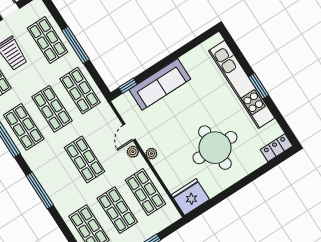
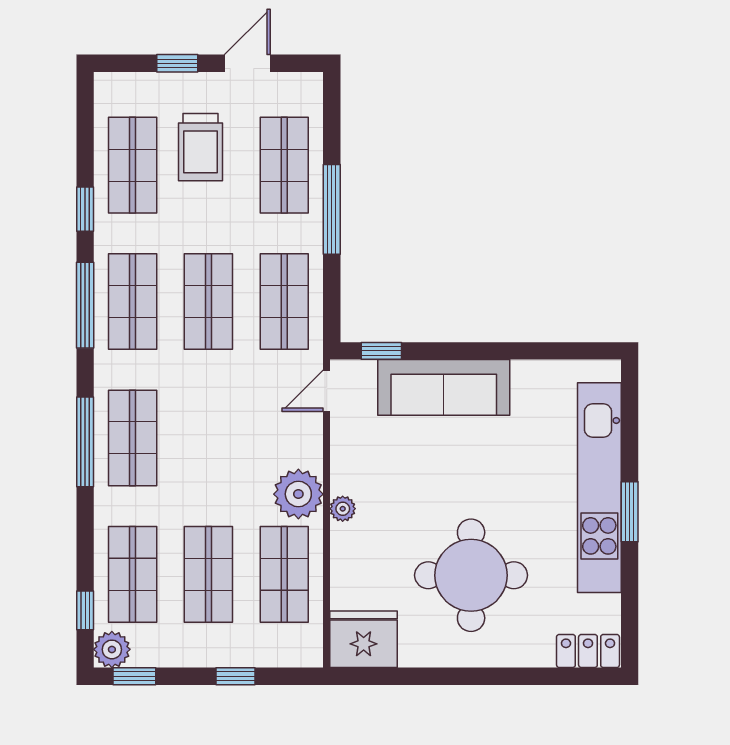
door: (129, 132) -> (327, 391), moved
plant: (133, 152) -> (298, 494), width x1.88, depth x1.88
shop shelf: (85, 159) -> (133, 438), moved

